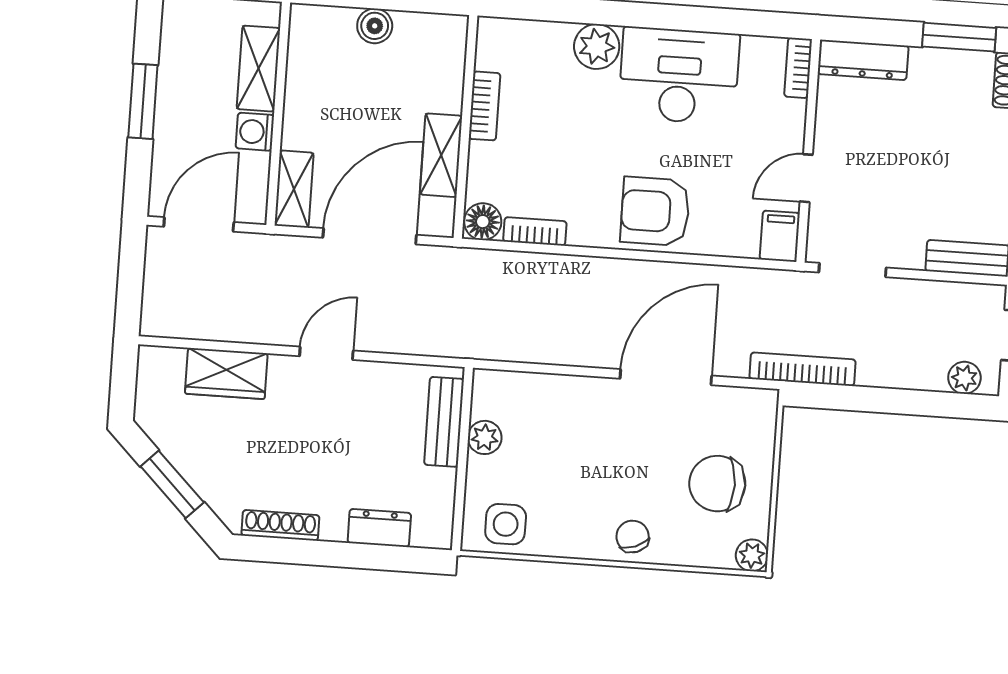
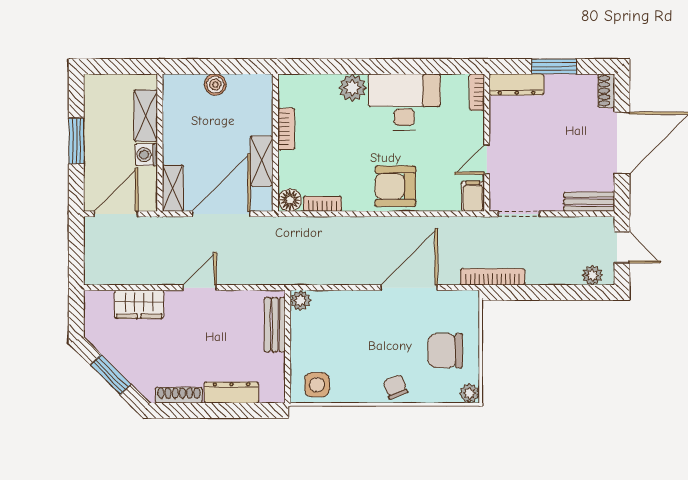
window: (959, 37) -> (554, 66), moved
plant: (485, 437) -> (300, 300), moved
dresser: (379, 528) -> (231, 393), width x1.44

